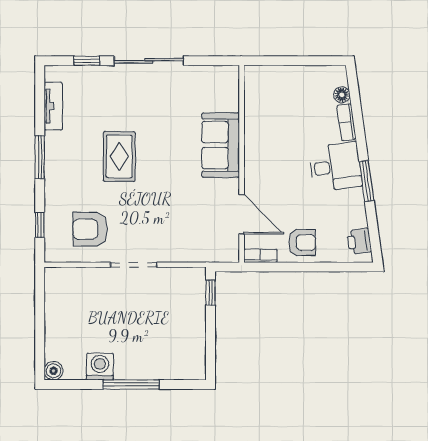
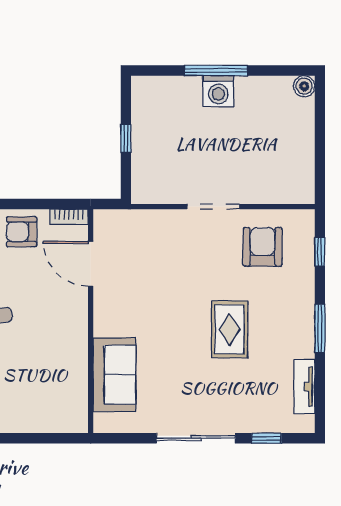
sofa: (221, 145) -> (114, 375), moved
armchair: (90, 229) -> (263, 247), turned -90
window: (210, 293) -> (126, 138), moved
washing machine: (100, 367) -> (218, 91), moved

